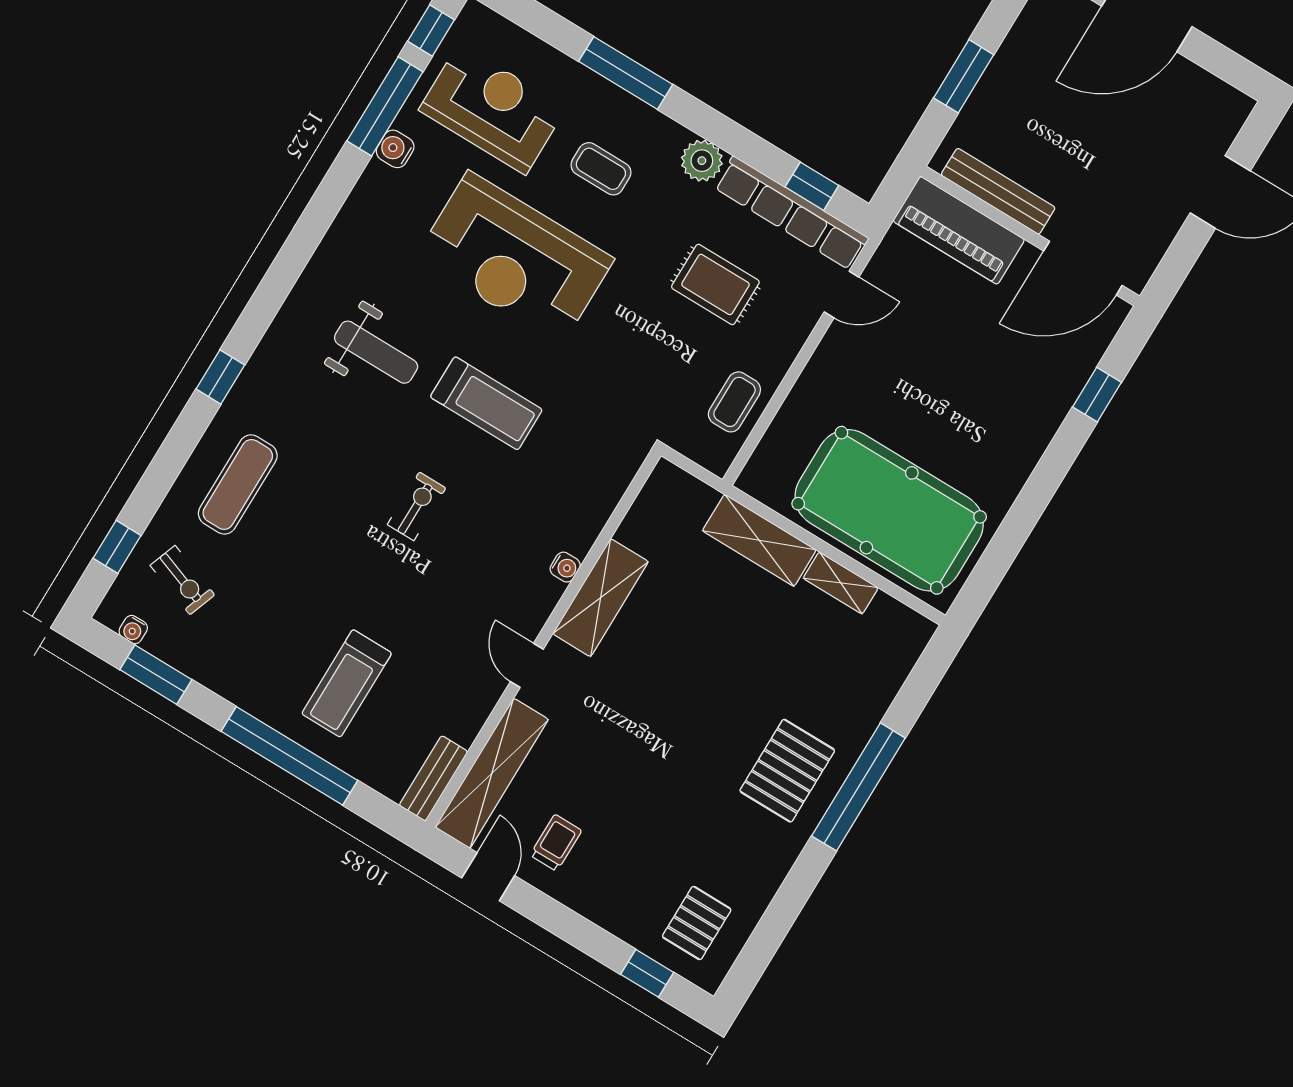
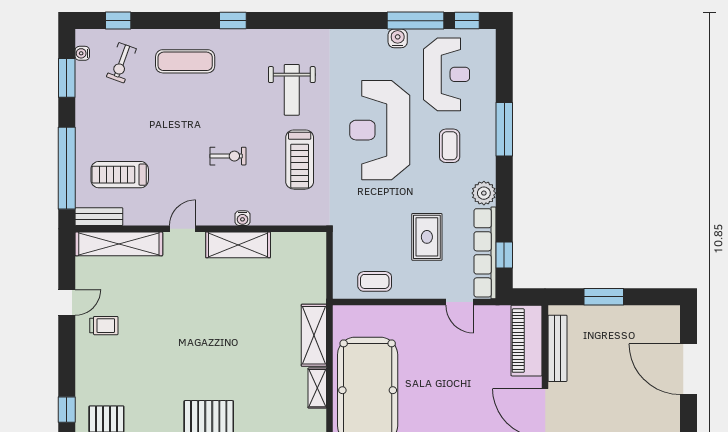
water cooler: (565, 567) -> (243, 218), moved
shelving: (601, 598) -> (238, 245), moved
wall: (543, 638) -> (201, 229), moved
door: (527, 665) -> (183, 229), moved
shelving: (492, 773) -> (119, 244), moved
bench: (433, 778) -> (99, 217), moved

